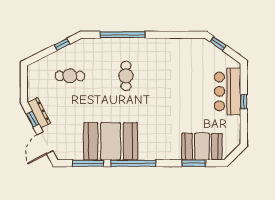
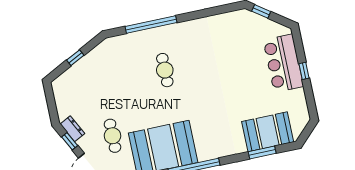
window: (62, 44) -> (75, 58), moved
cafe table: (70, 76) -> (113, 136), moved, turned 90
dresser: (39, 113) -> (72, 129), width x0.70

